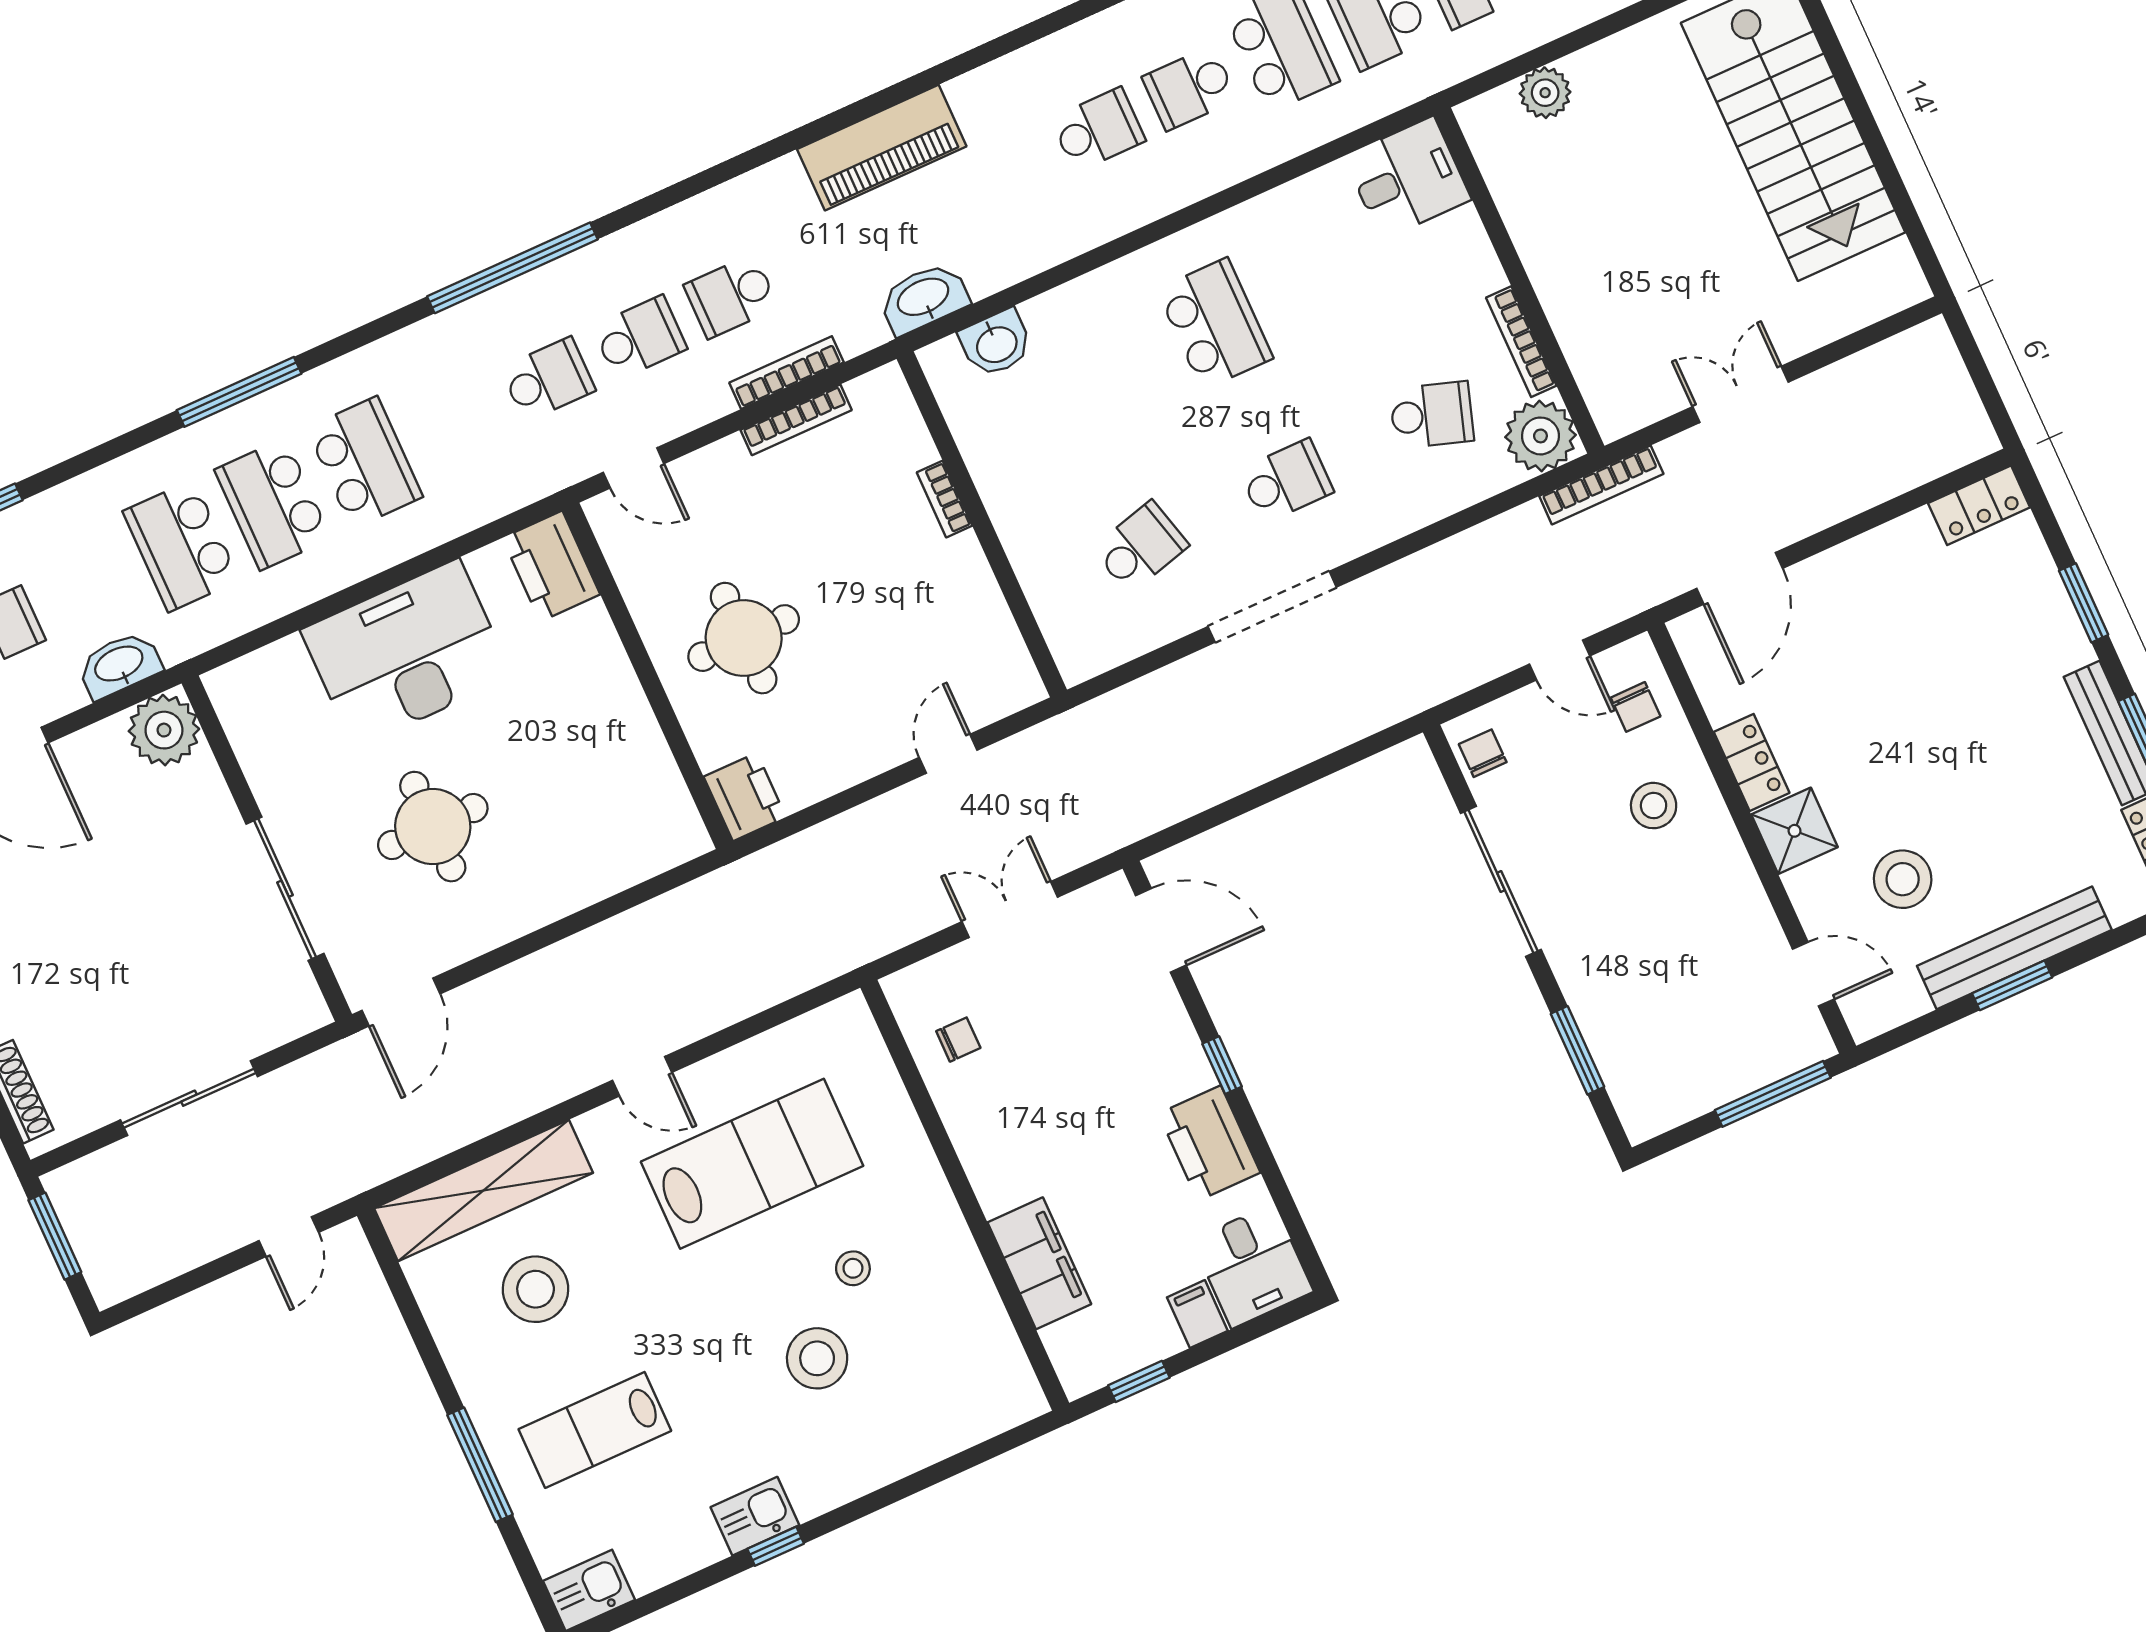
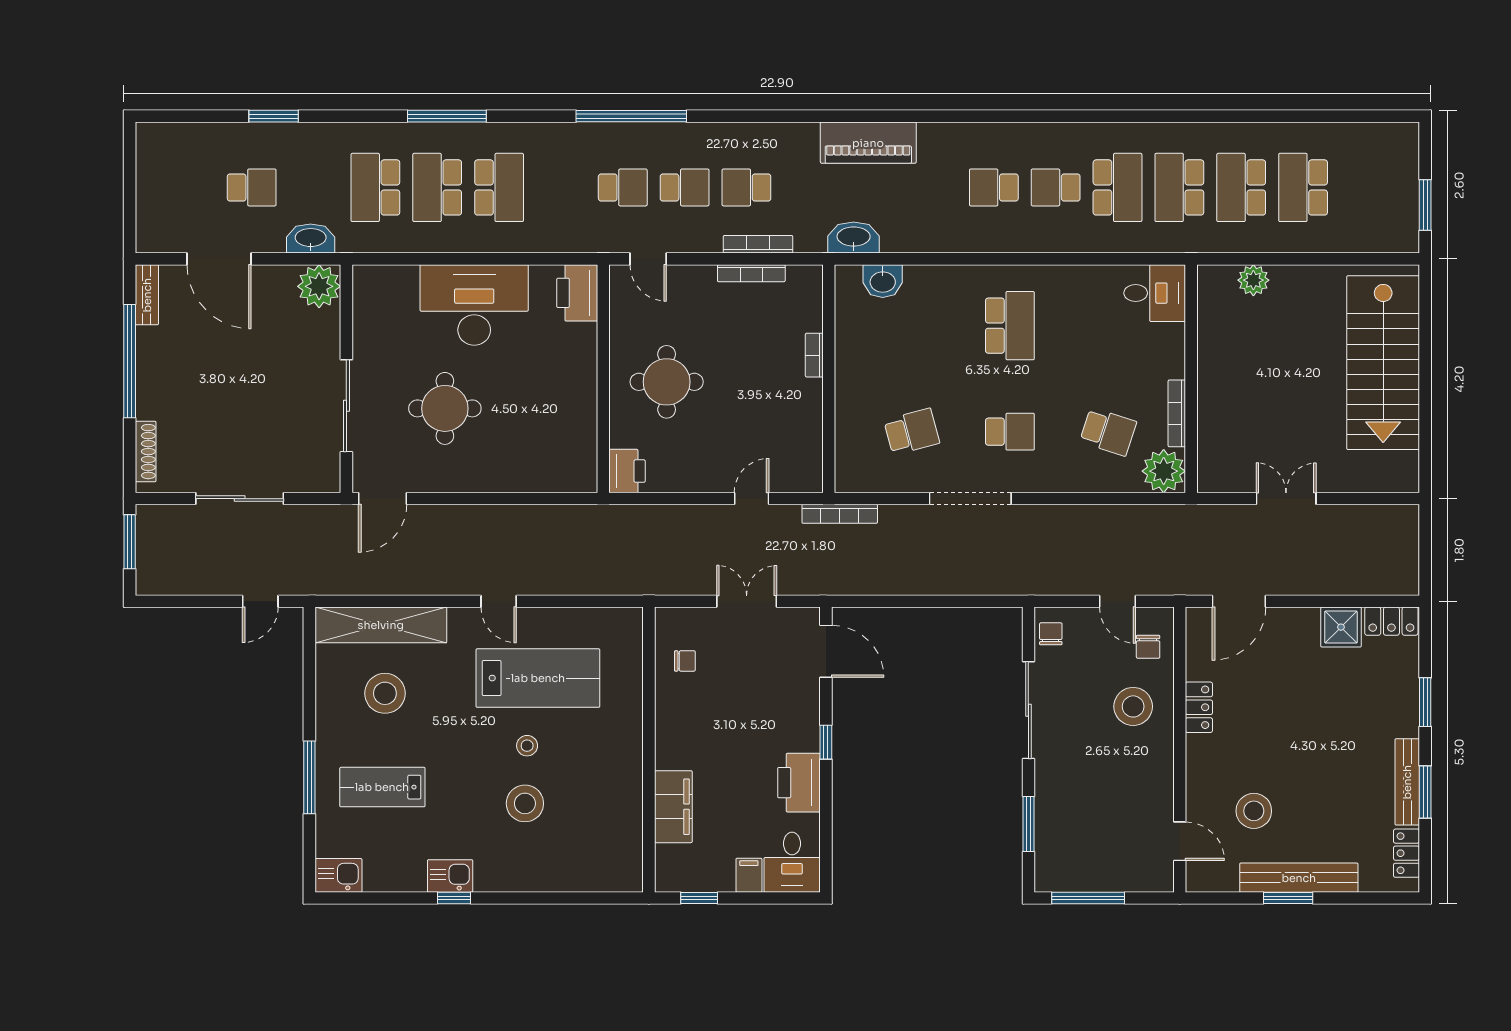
school desk: (1098, 130) -> (994, 187), turned 180
bookcase: (1601, 485) -> (840, 514), moved
stool: (1654, 806) -> (1133, 706), width x1.38, depth x1.38
shower: (1795, 831) -> (1341, 627), moved
window: (1773, 1094) -> (1088, 898), moved
stool: (853, 1268) -> (527, 746), moved

